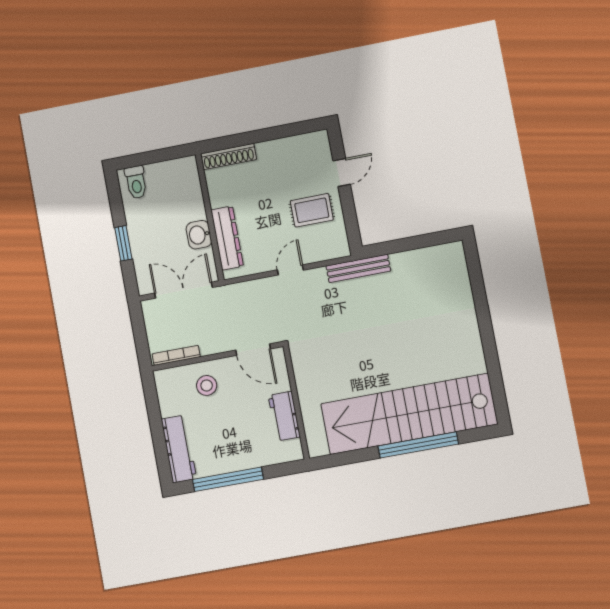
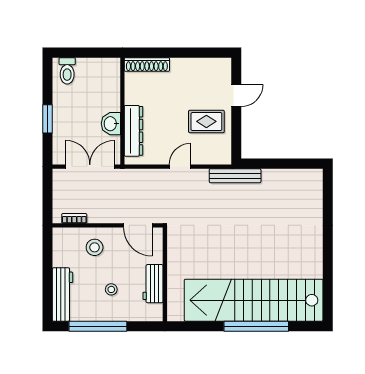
bookcase: (176, 355) -> (74, 218), width x0.64
stool: (236, 432) -> (111, 289), added

